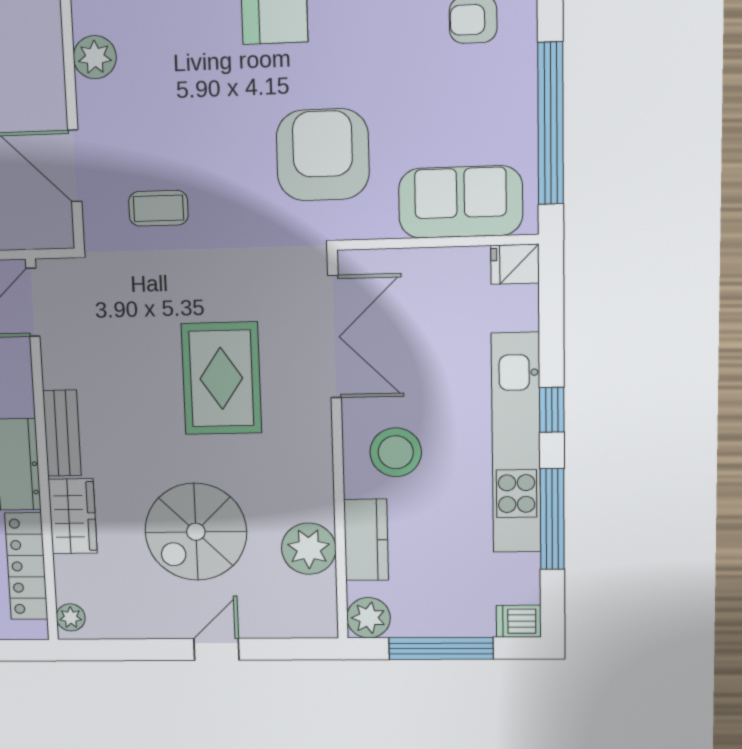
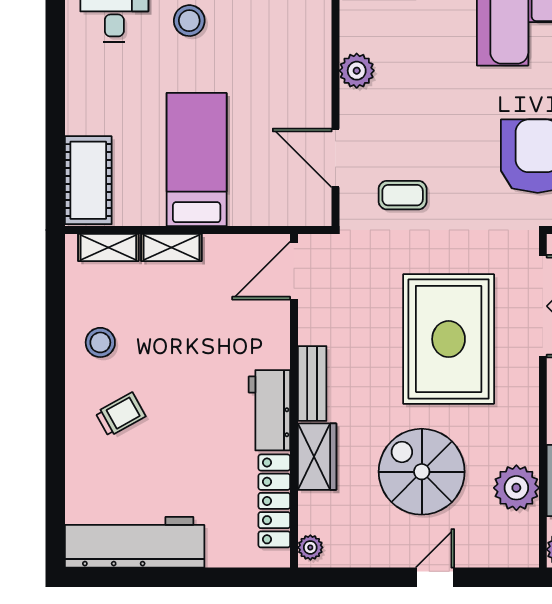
rug: (221, 378) -> (449, 339), width x1.37, depth x1.44
spiral stairs: (196, 532) -> (422, 472), turned 90

